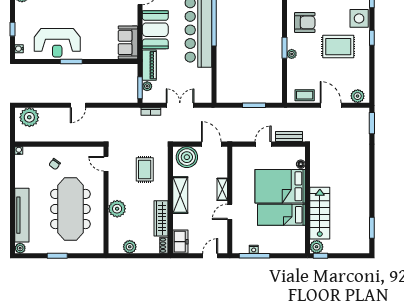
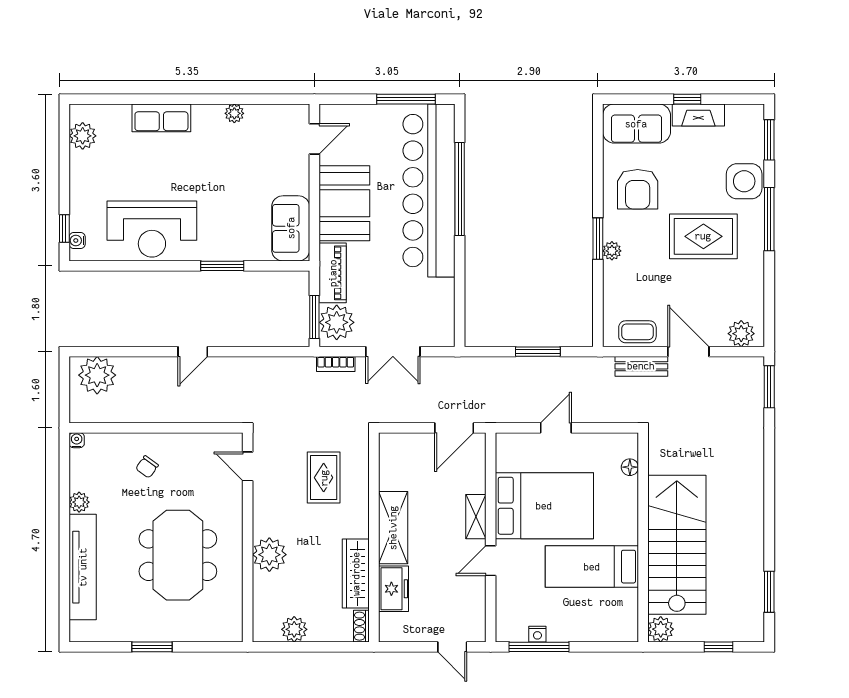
armchair: (305, 22) -> (638, 189), turned 90
window: (13, 29) -> (64, 229), moved
window: (372, 38) -> (769, 219), width x2.17
window: (71, 62) -> (222, 266), moved
plant: (147, 86) -> (337, 322), width x1.87, depth x1.87
double door: (180, 105) -> (393, 352), swing flipped
bench: (289, 137) -> (641, 366), moved
door: (211, 144) -> (454, 428), swing flipped
boiler: (187, 157) -> (406, 453), removed
bed: (280, 186) -> (544, 506), moved, turned 180
meeting table: (70, 209) -> (178, 555), width x0.73
stairs: (320, 213) -> (677, 545), width x1.36, depth x1.51
freezer: (180, 242) -> (394, 589), moved
plant: (20, 248) -> (79, 502), moved
door: (210, 256) -> (452, 647), swing flipped
window: (320, 256) -> (718, 647), moved

